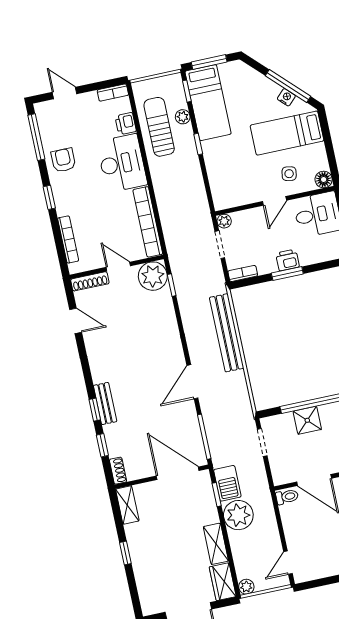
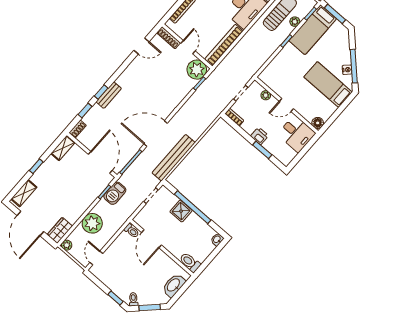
side table: (289, 174) -> (307, 102), removed
plant: (224, 221) -> (266, 95), moved
window: (287, 273) -> (262, 150), moved
door: (76, 321) -> (142, 46), hinge flipped
bench: (227, 333) -> (174, 158), moved
door: (192, 382) -> (156, 134), width x1.36
plant: (238, 515) -> (92, 223), moved
shelving: (216, 544) -> (24, 193), moved
door: (288, 563) -> (96, 258), hinge flipped

